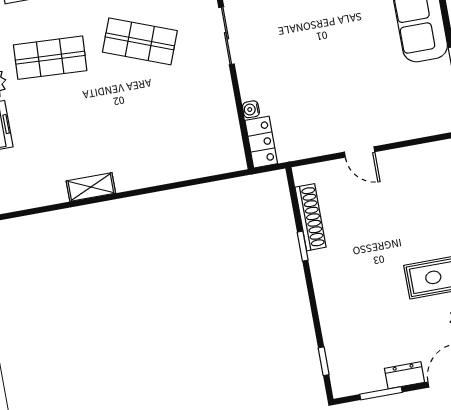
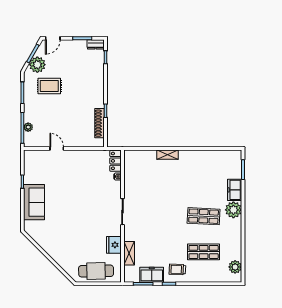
shop shelf: (140, 41) -> (162, 216), removed
door: (360, 152) -> (57, 148), moved
shelving: (91, 187) -> (167, 155), moved
dresser: (405, 375) -> (96, 44), moved

